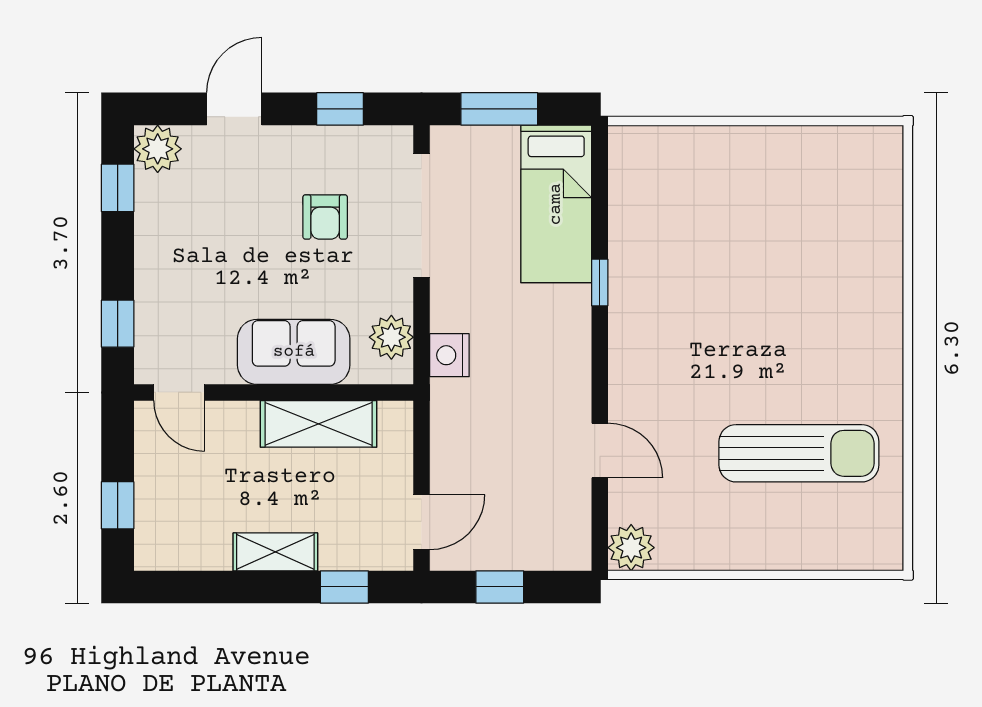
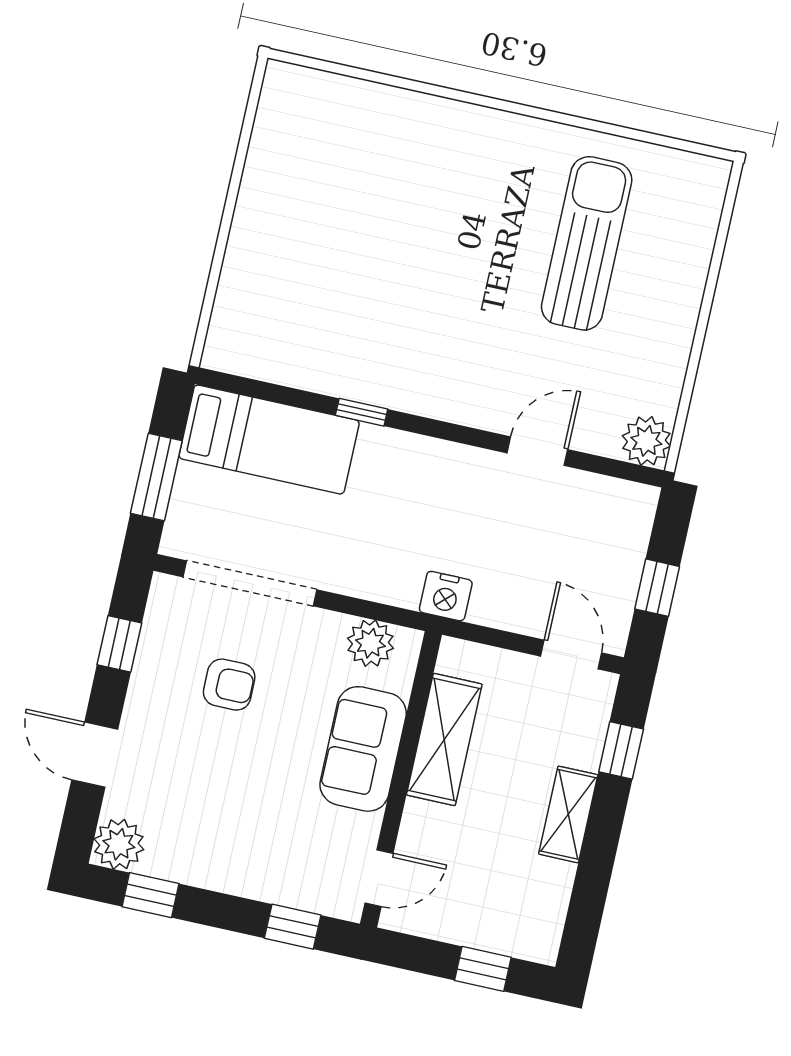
nightstand: (449, 355) -> (446, 596), moved

